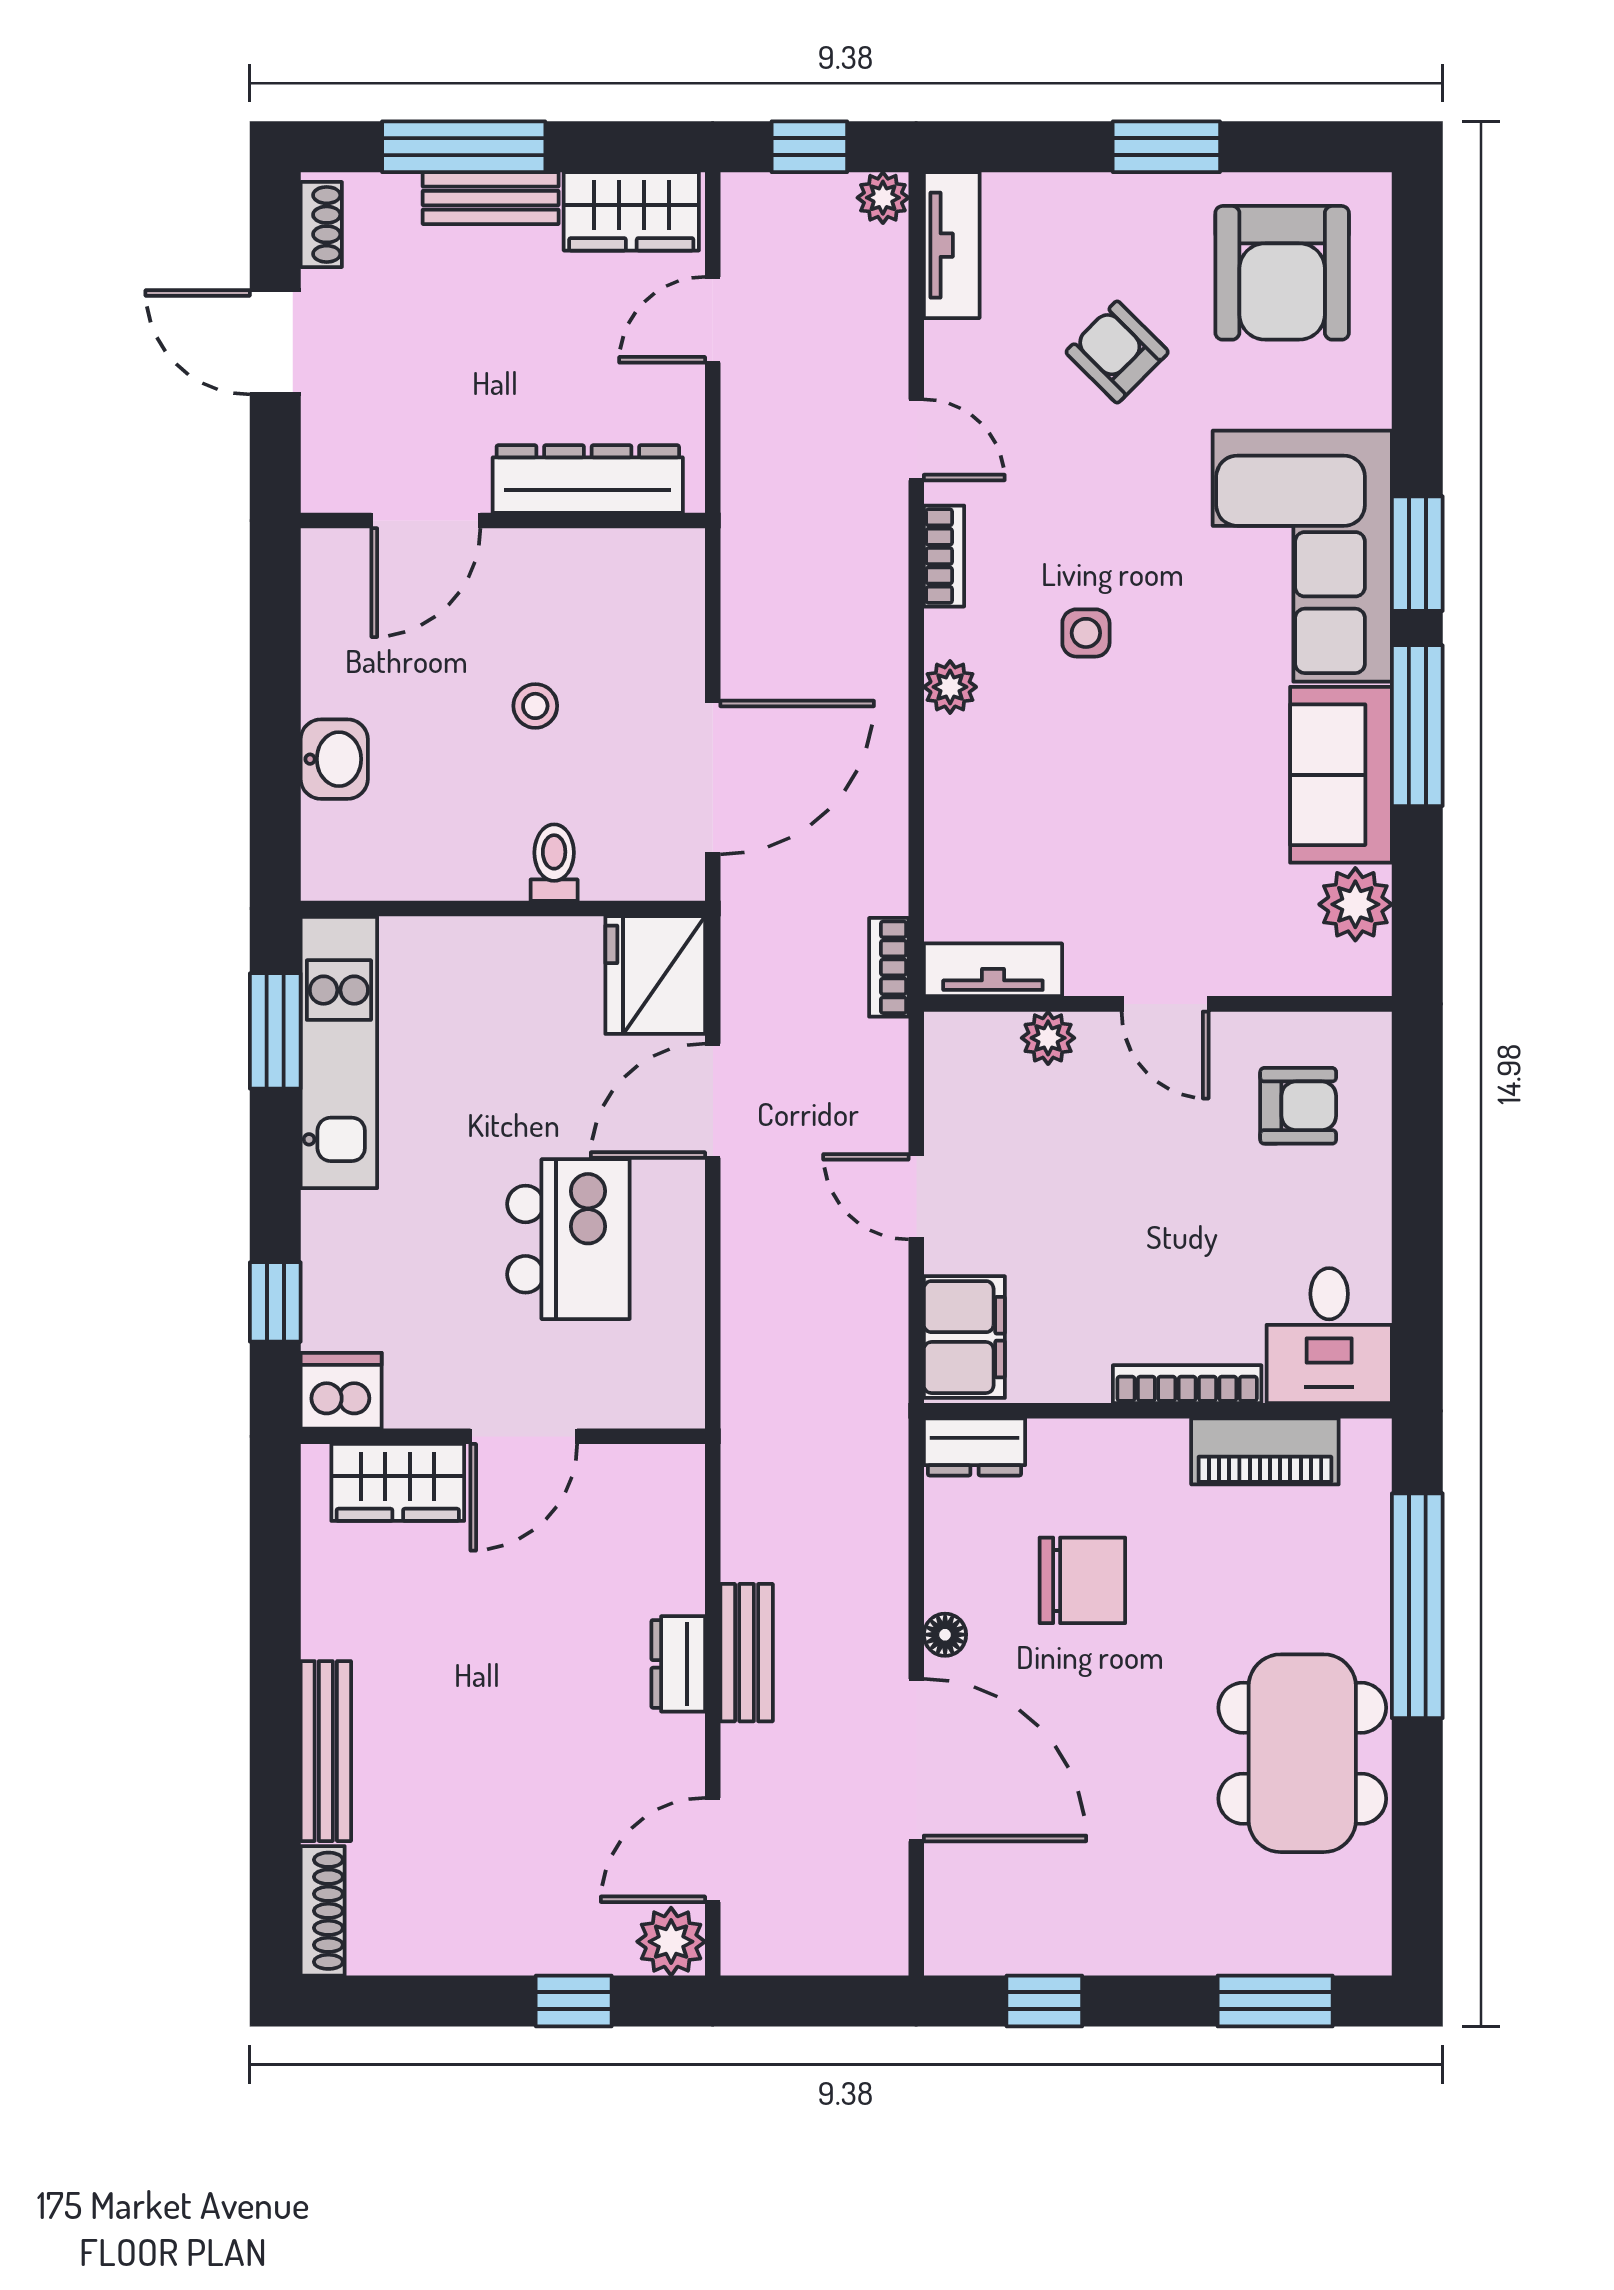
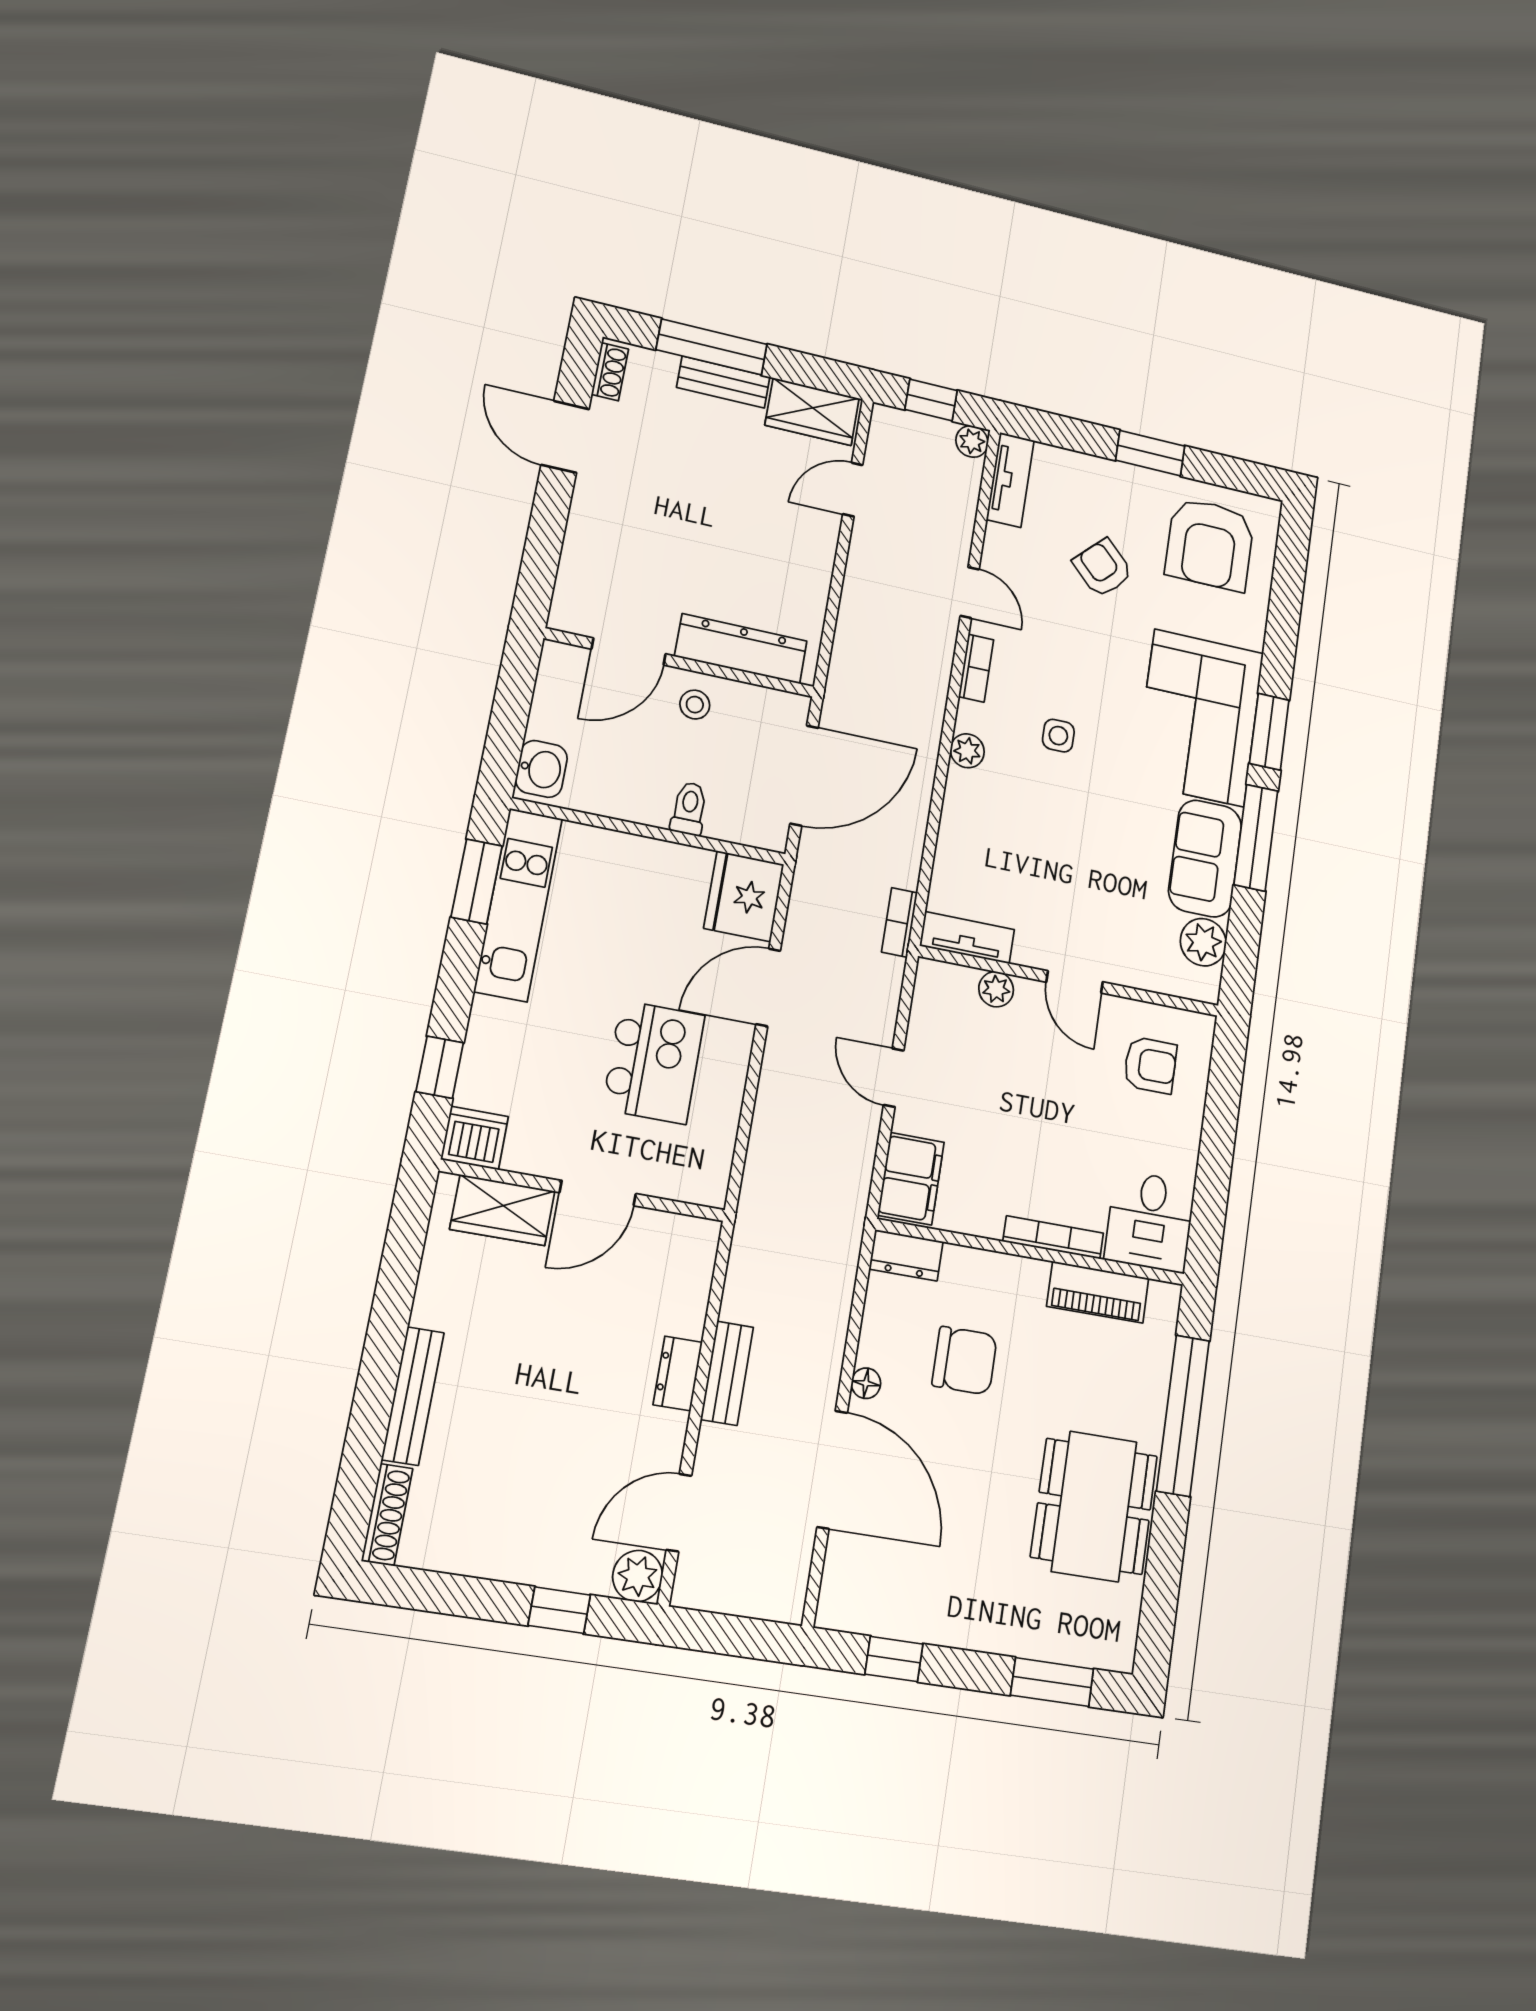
dresser: (588, 479) -> (741, 649), moved
door: (426, 521) -> (629, 652), moved
wall: (503, 521) -> (680, 663), moved
washbasin: (334, 759) -> (541, 769), moved

